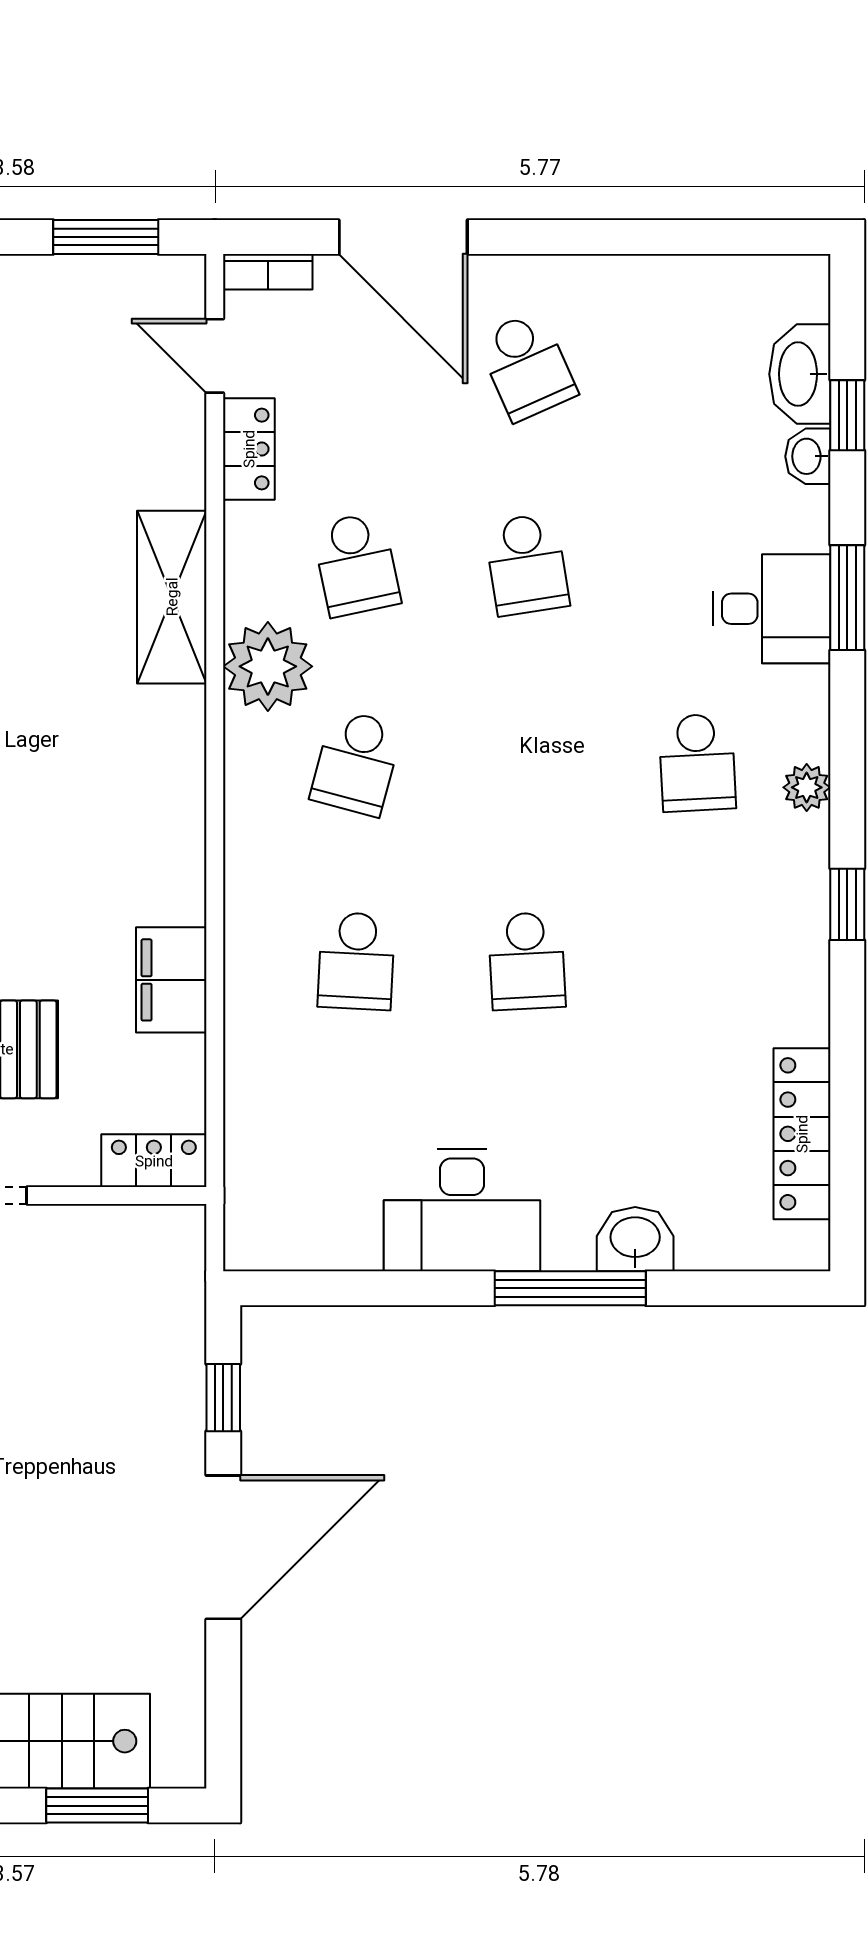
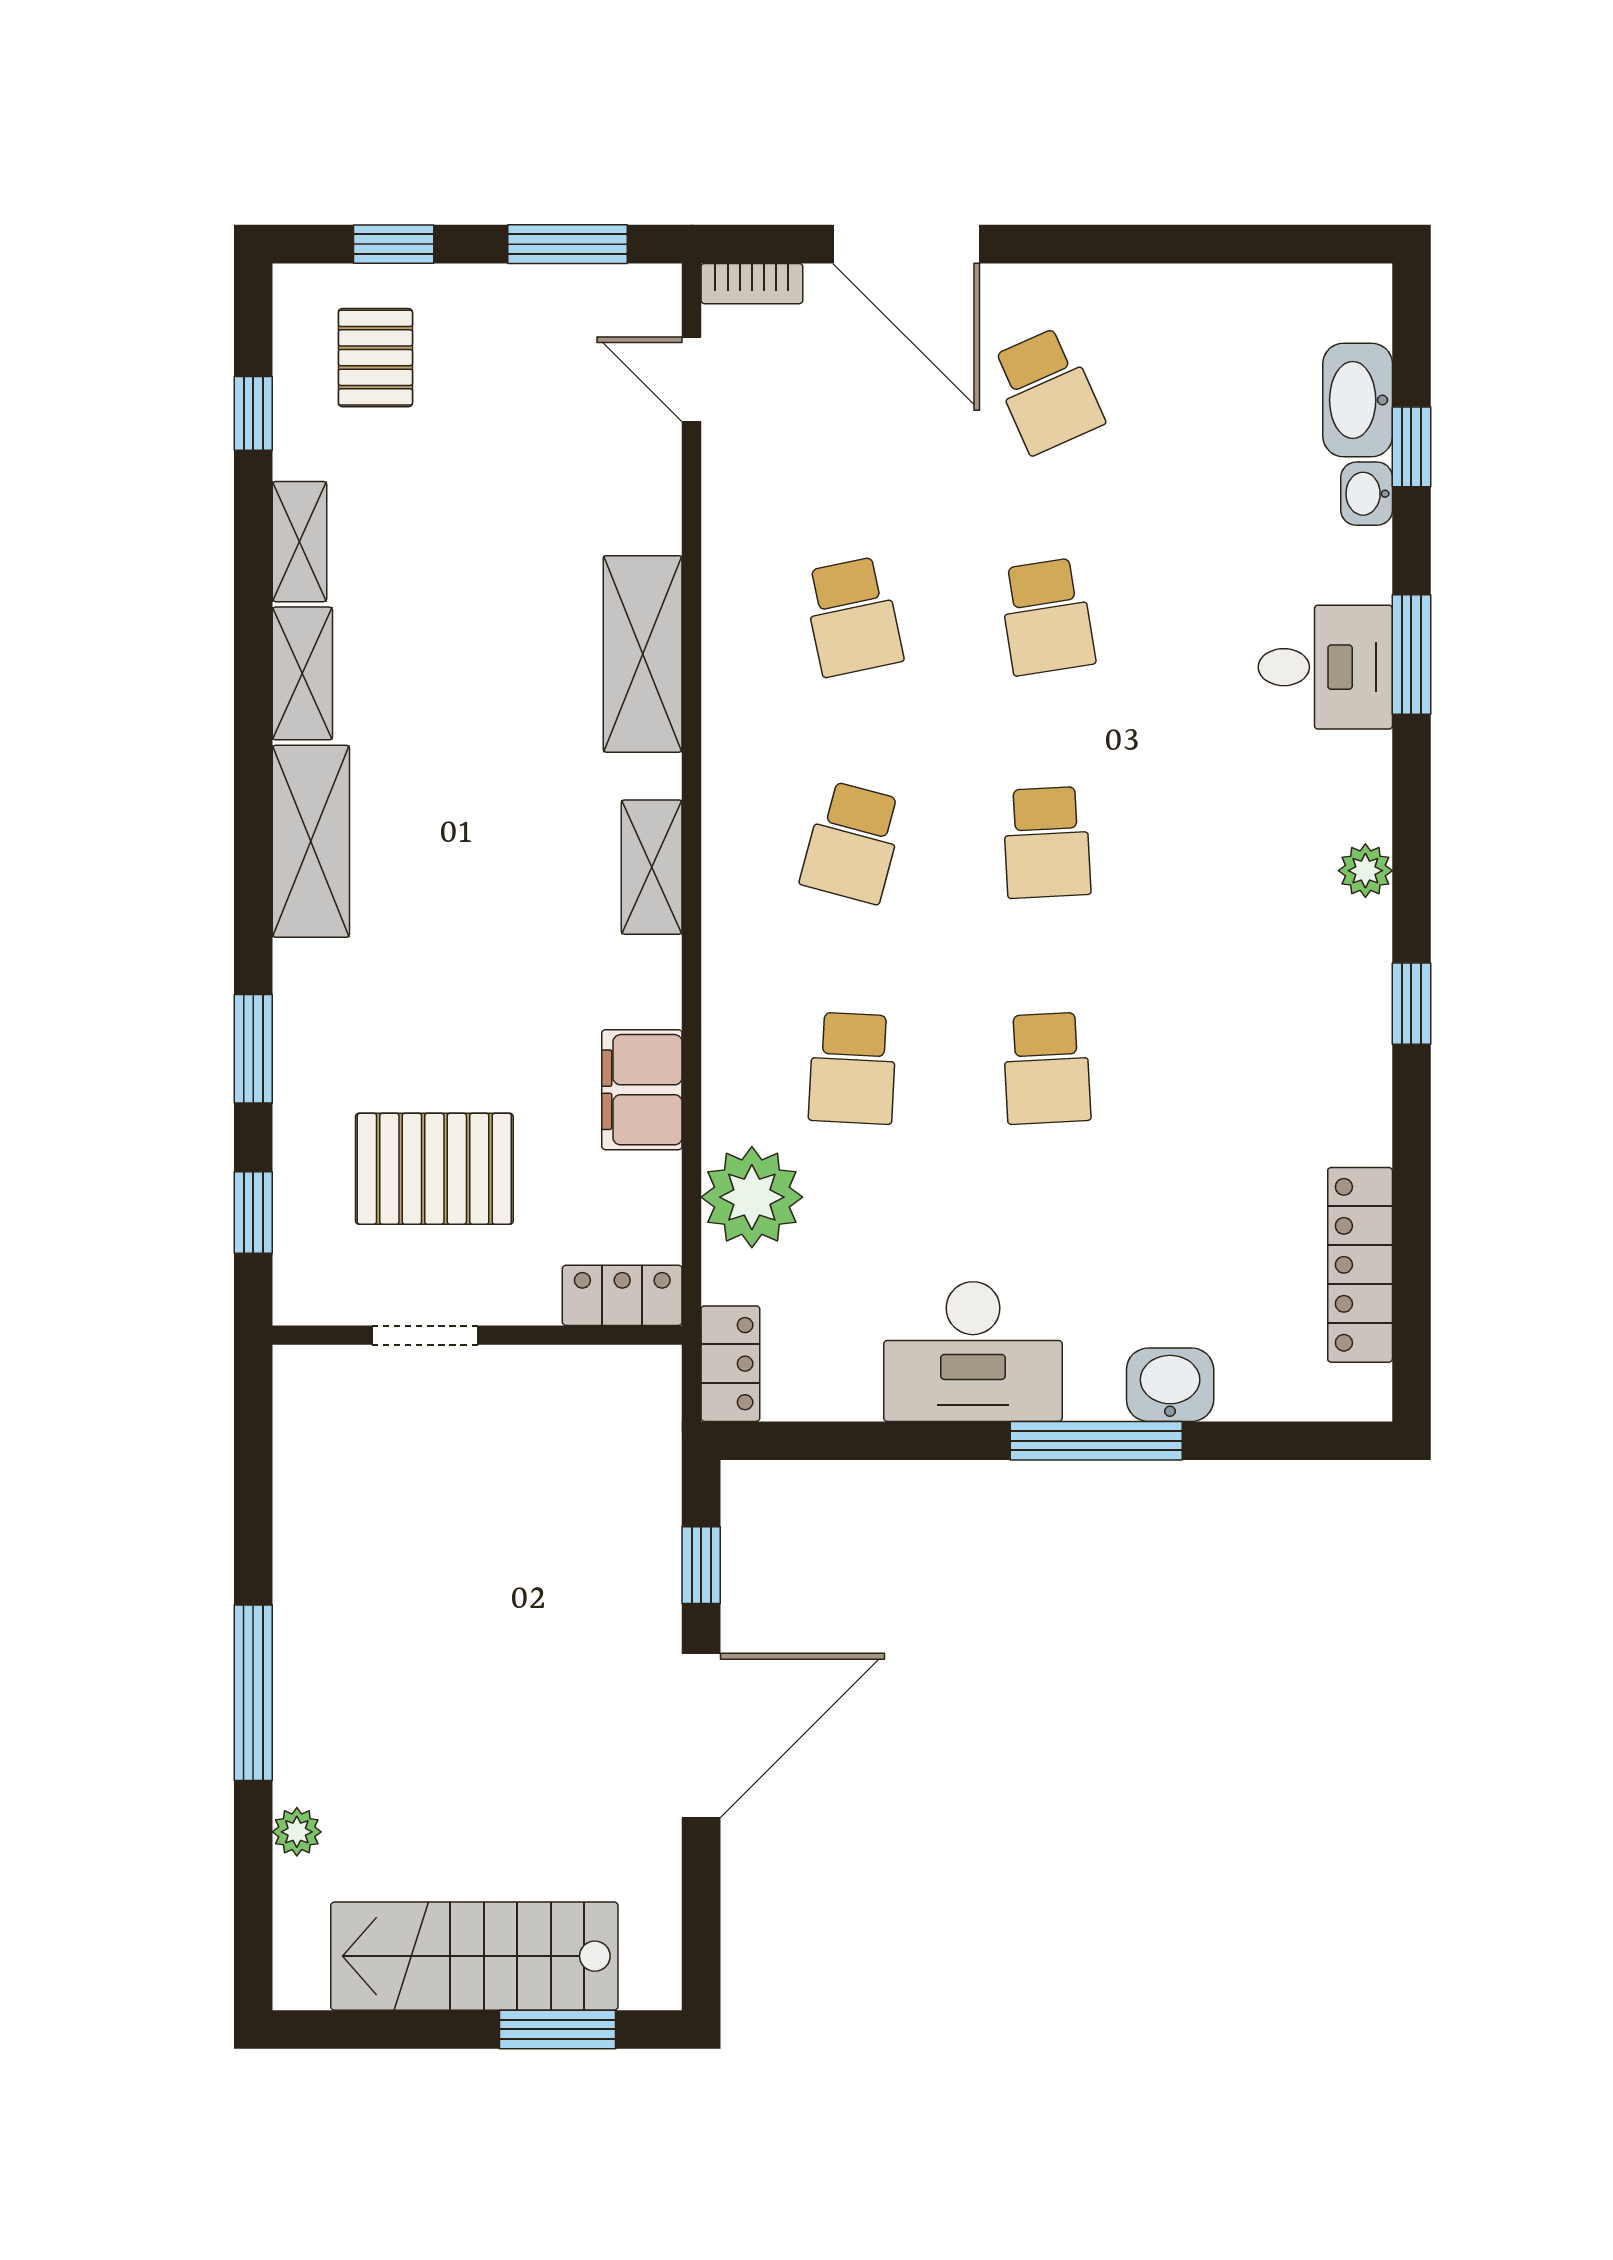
locker: (249, 449) -> (730, 1364), moved
plant: (268, 666) -> (752, 1197), moved
school desk: (697, 763) -> (1047, 842), moved
shelving: (180, 784) -> (652, 867), added

